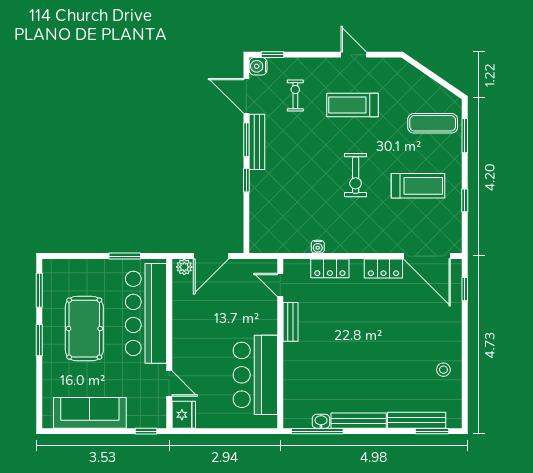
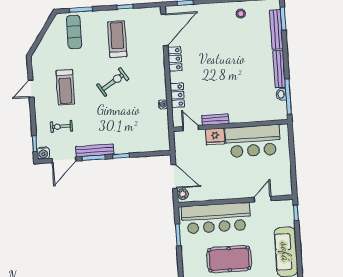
exercise bike: (356, 175) -> (113, 82), turned -32
door: (280, 285) -> (191, 128), swing flipped
fridge: (184, 415) -> (215, 136), moved, turned 180

